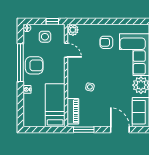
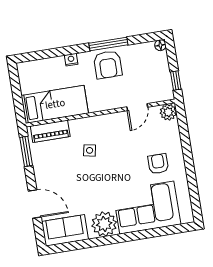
side table: (45, 37) -> (152, 73), removed
window: (20, 63) -> (108, 44), width x0.68
door: (120, 130) -> (35, 204), hinge flipped

